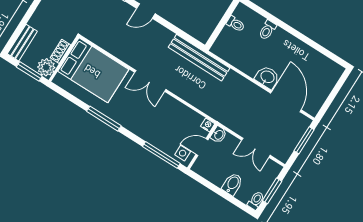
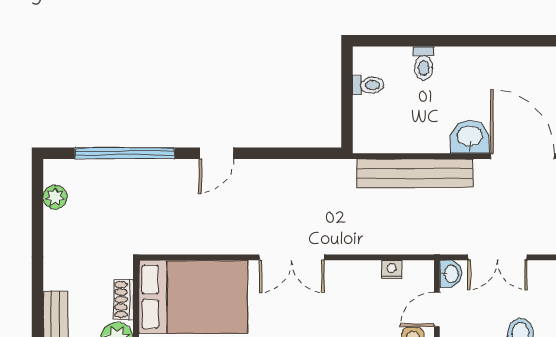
bench: (199, 58) -> (415, 173), moved
nightstand: (208, 125) -> (392, 269), moved
double door: (256, 148) -> (497, 257), moved

